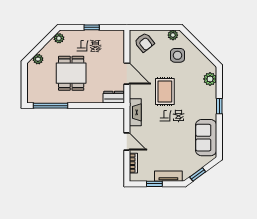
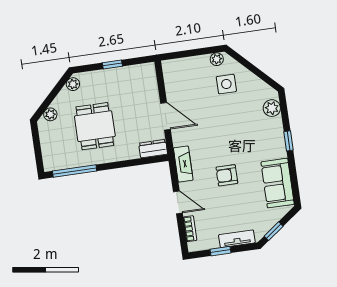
armchair: (144, 42) -> (227, 175), moved, turned 129
rug: (165, 91) -> (217, 132), removed

